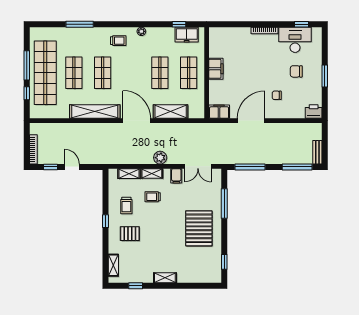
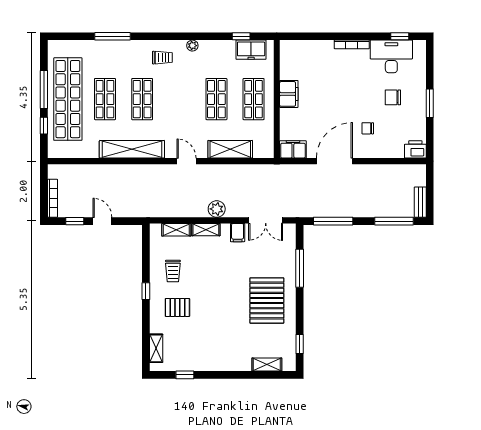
door: (137, 121) -> (187, 161), width x0.53
trolley: (153, 197) -> (207, 260), removed
shelving: (165, 278) -> (267, 364), moved

